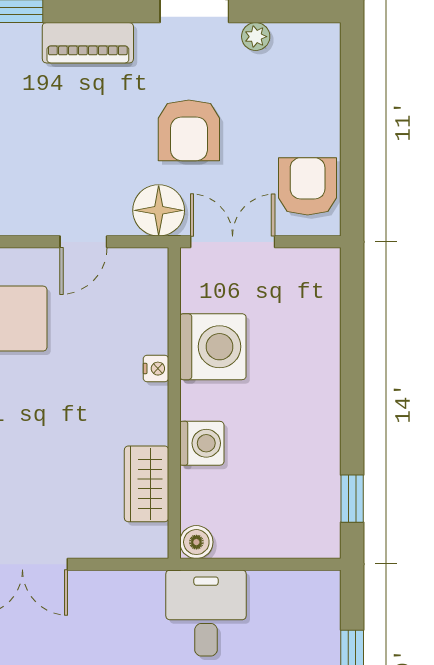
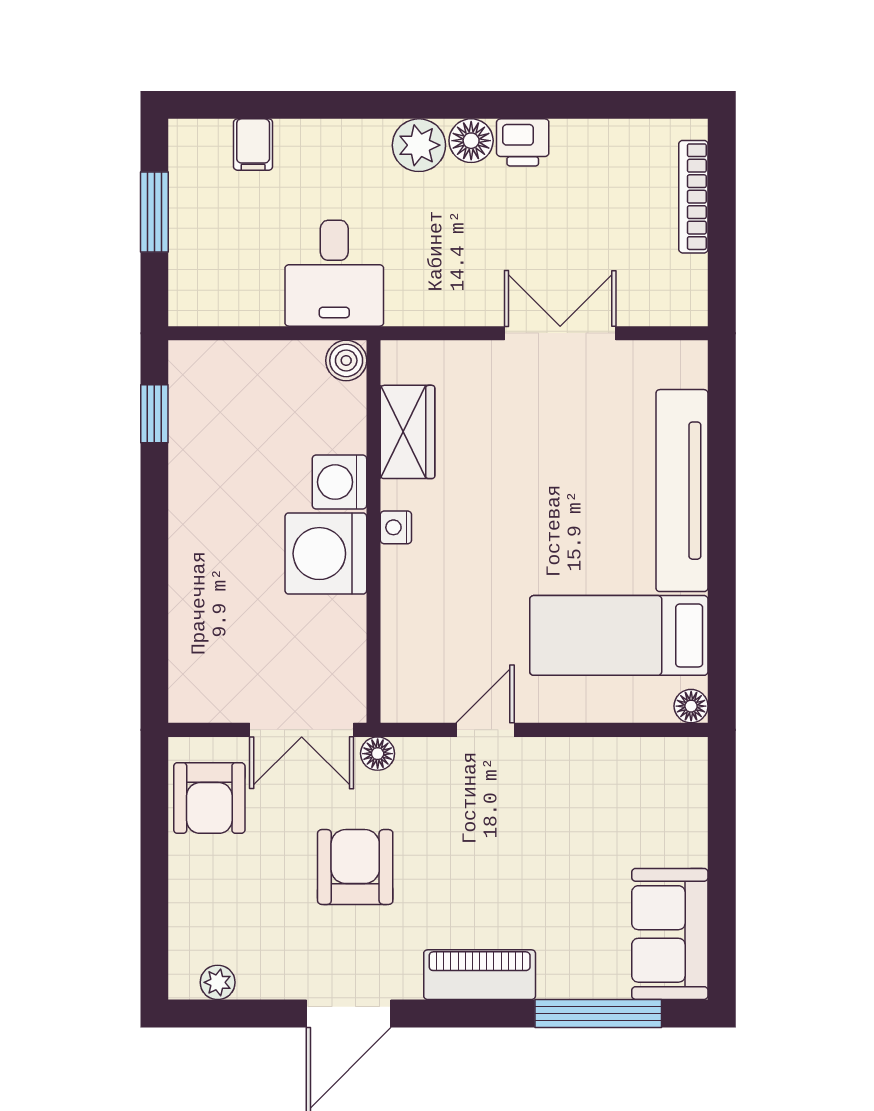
plant: (256, 37) -> (218, 982), moved
floor lamp: (159, 210) -> (378, 754), width x0.53, depth x0.53
washing machine: (213, 347) -> (326, 554), moved
nightstand: (156, 369) -> (396, 527), moved

